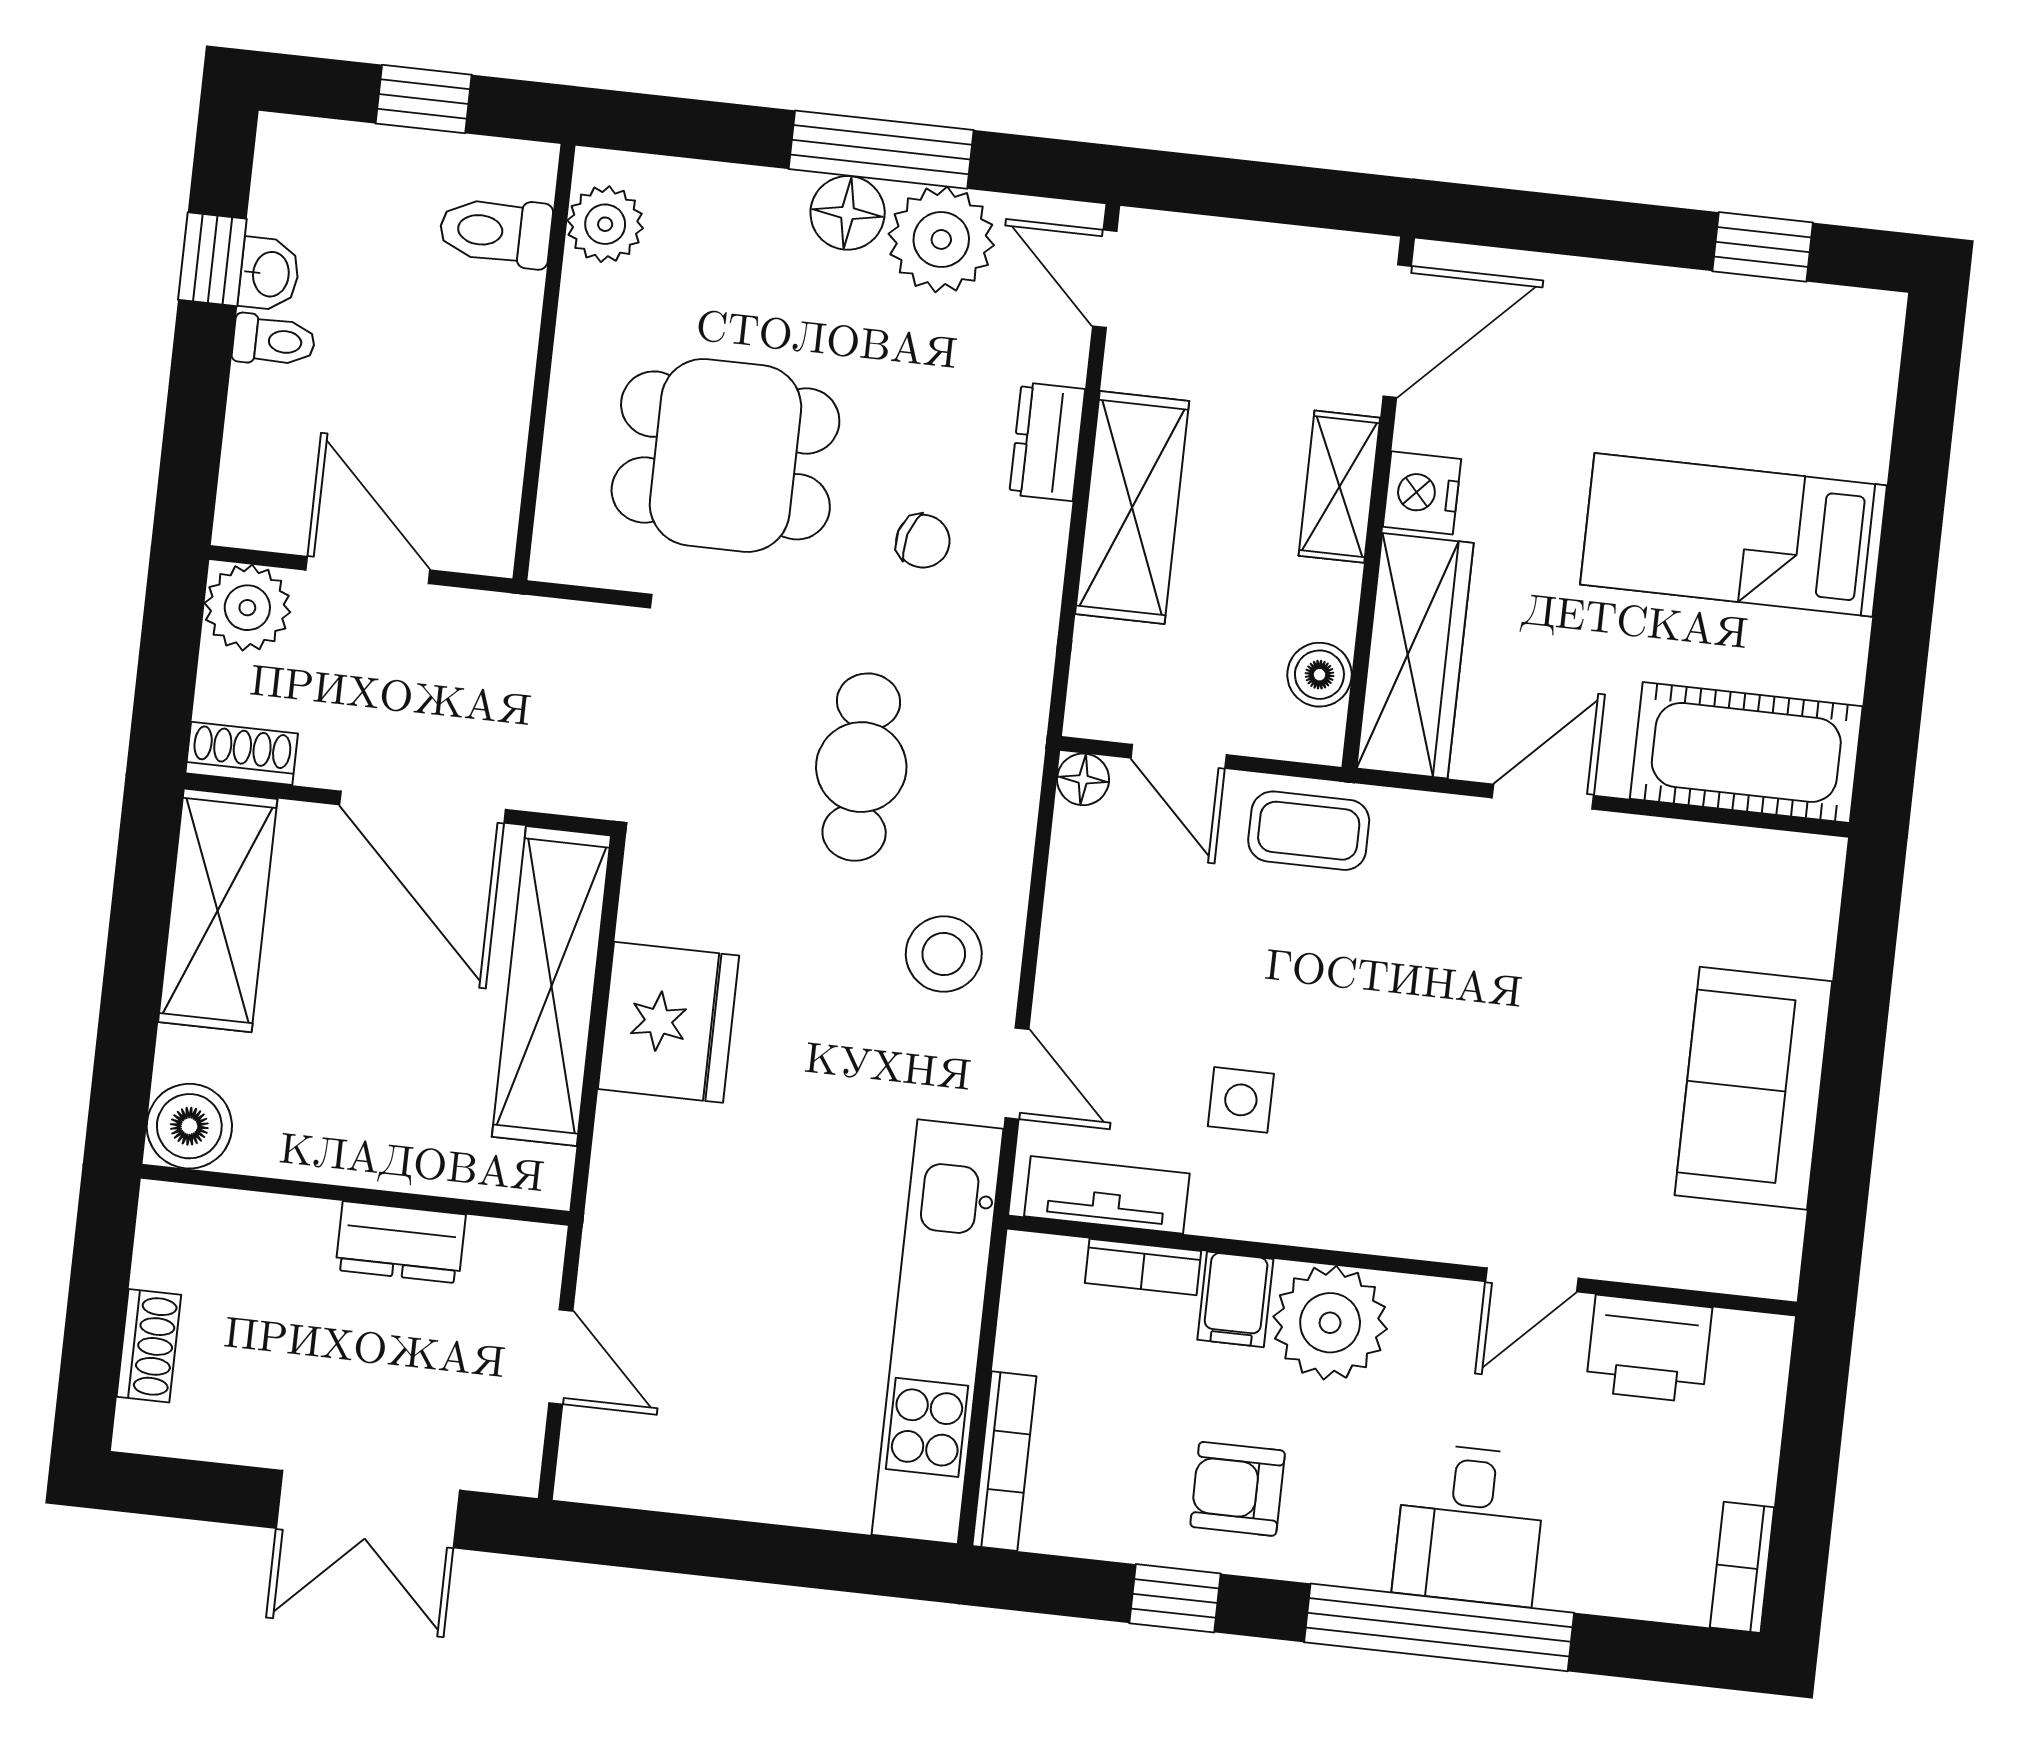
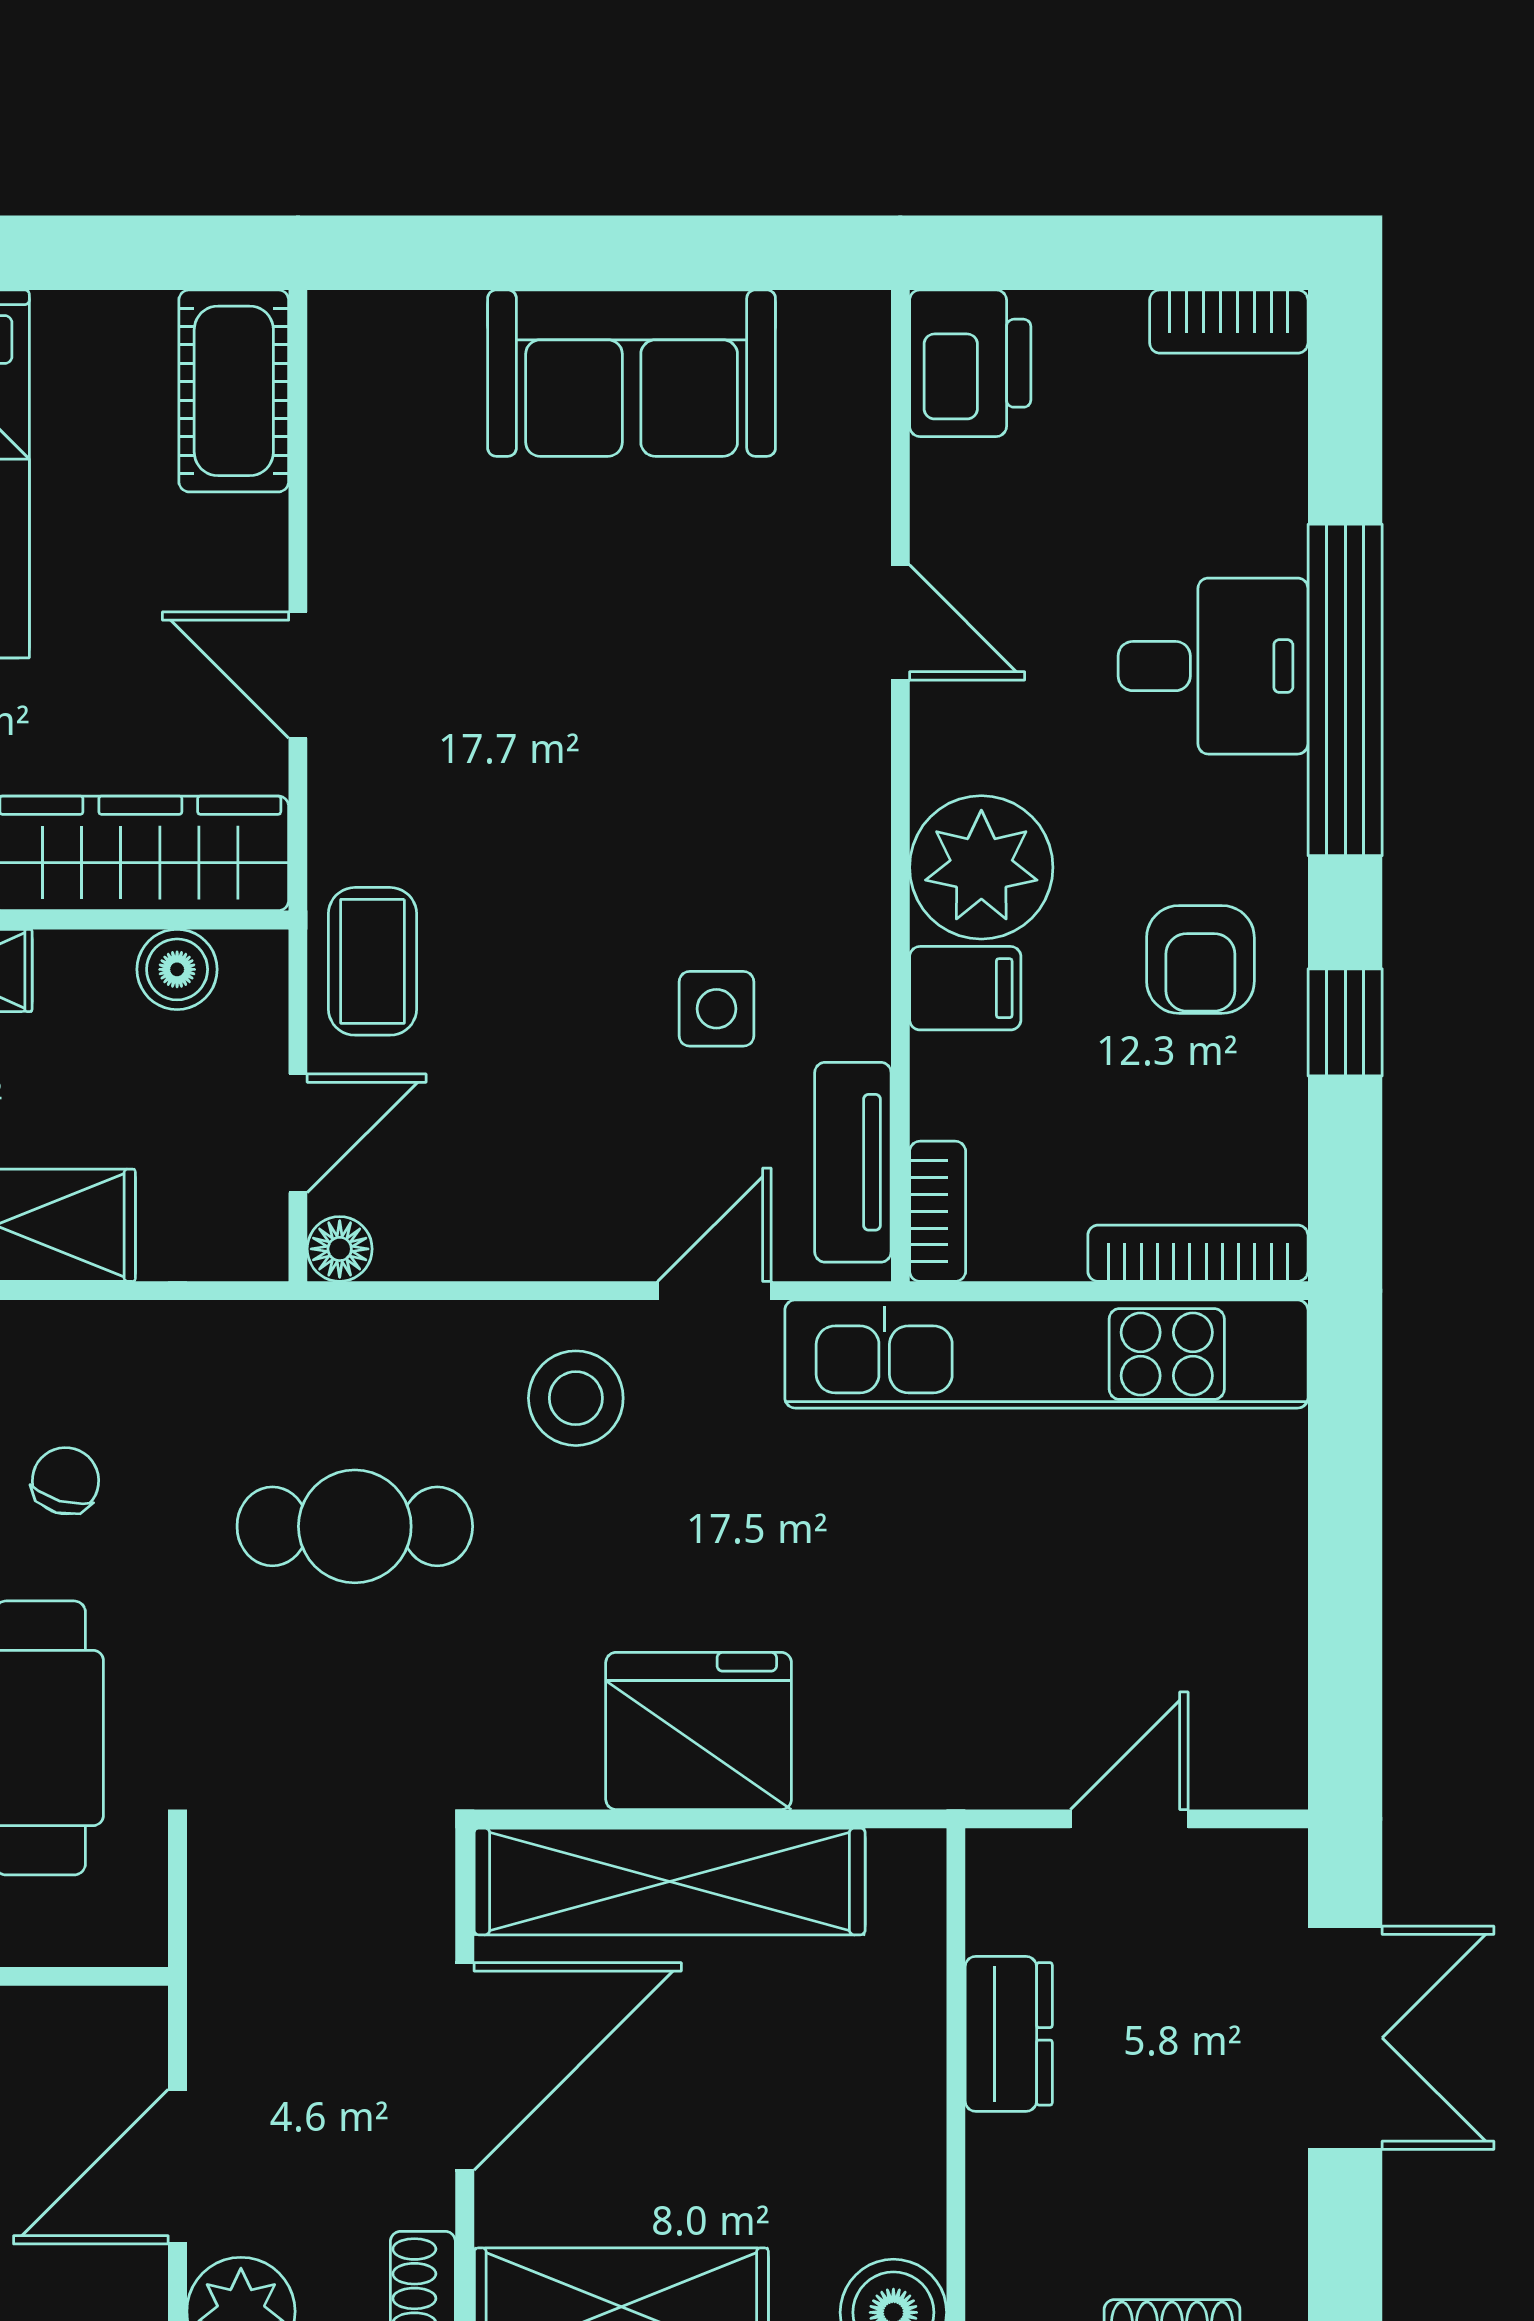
cot: (1746, 752) -> (234, 391), width x0.73, depth x0.75
bookcase: (1143, 1267) -> (938, 1211), moved
printer: (1649, 1349) -> (970, 363), moved

